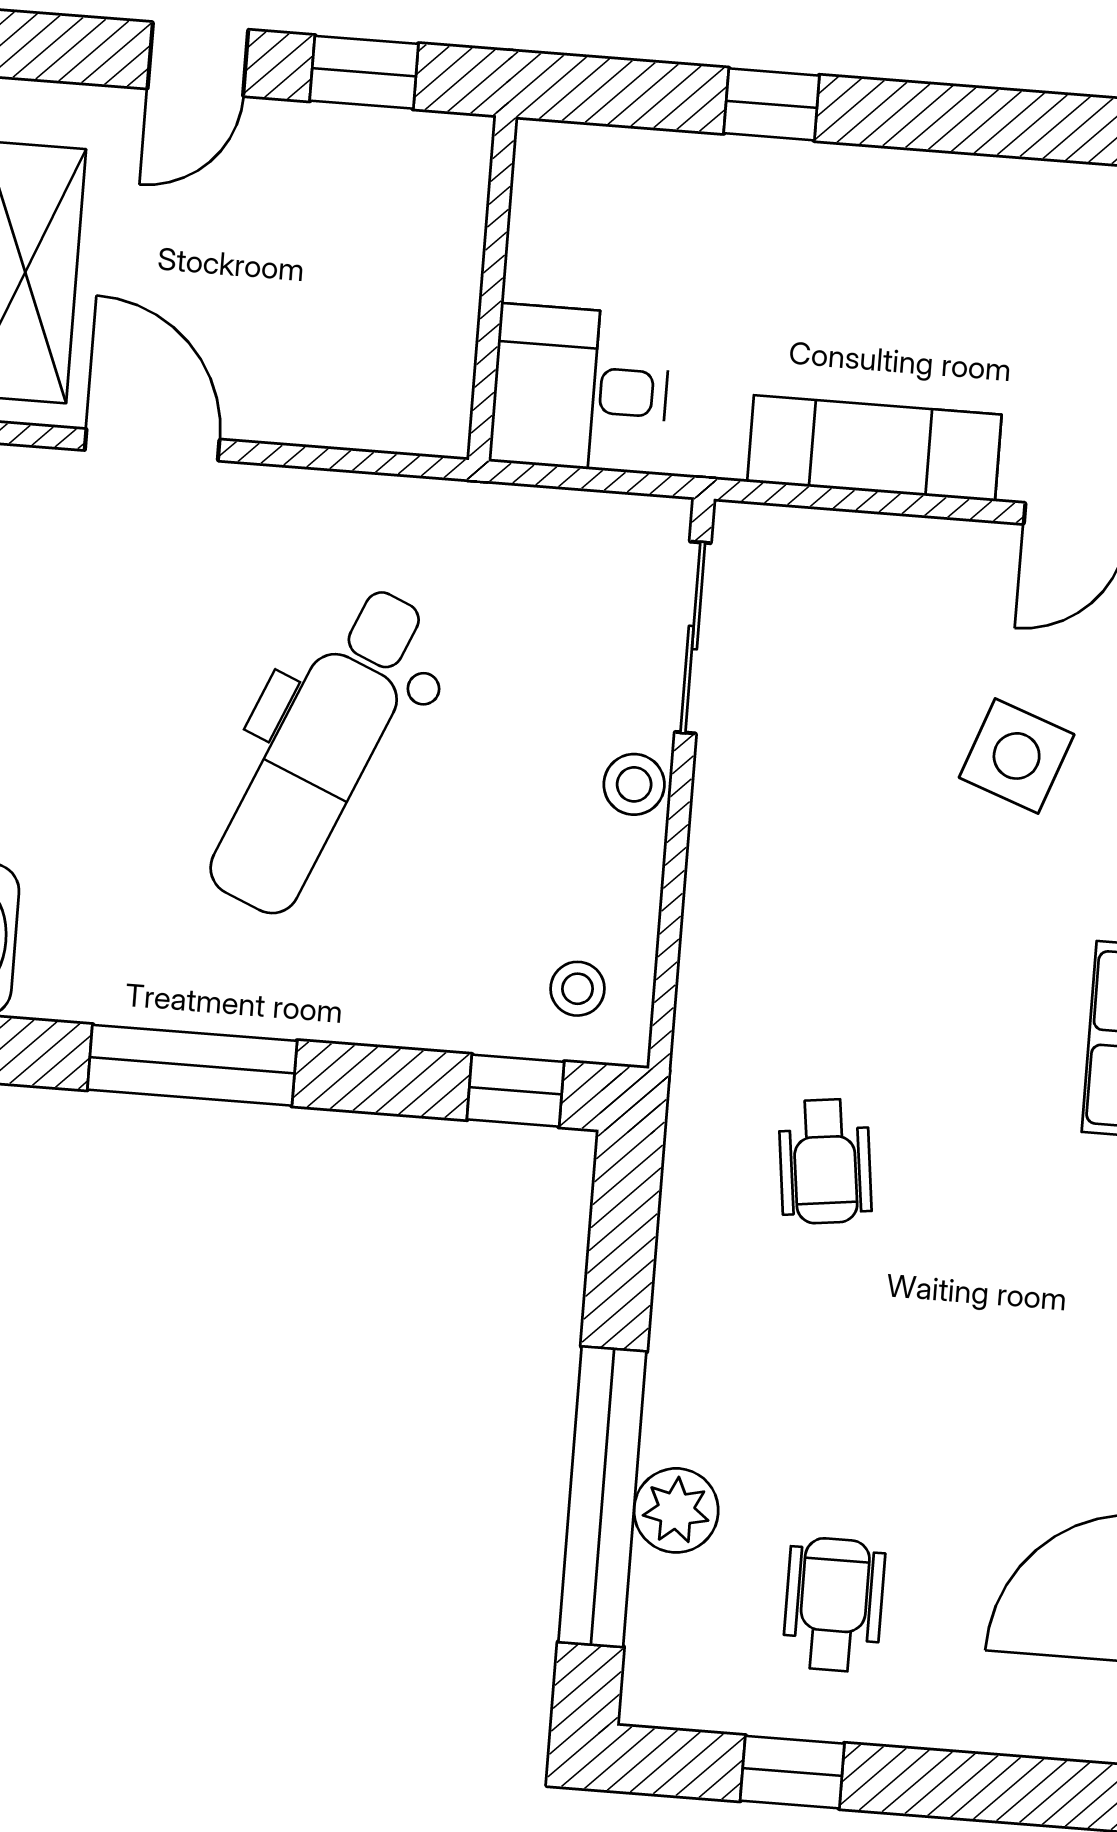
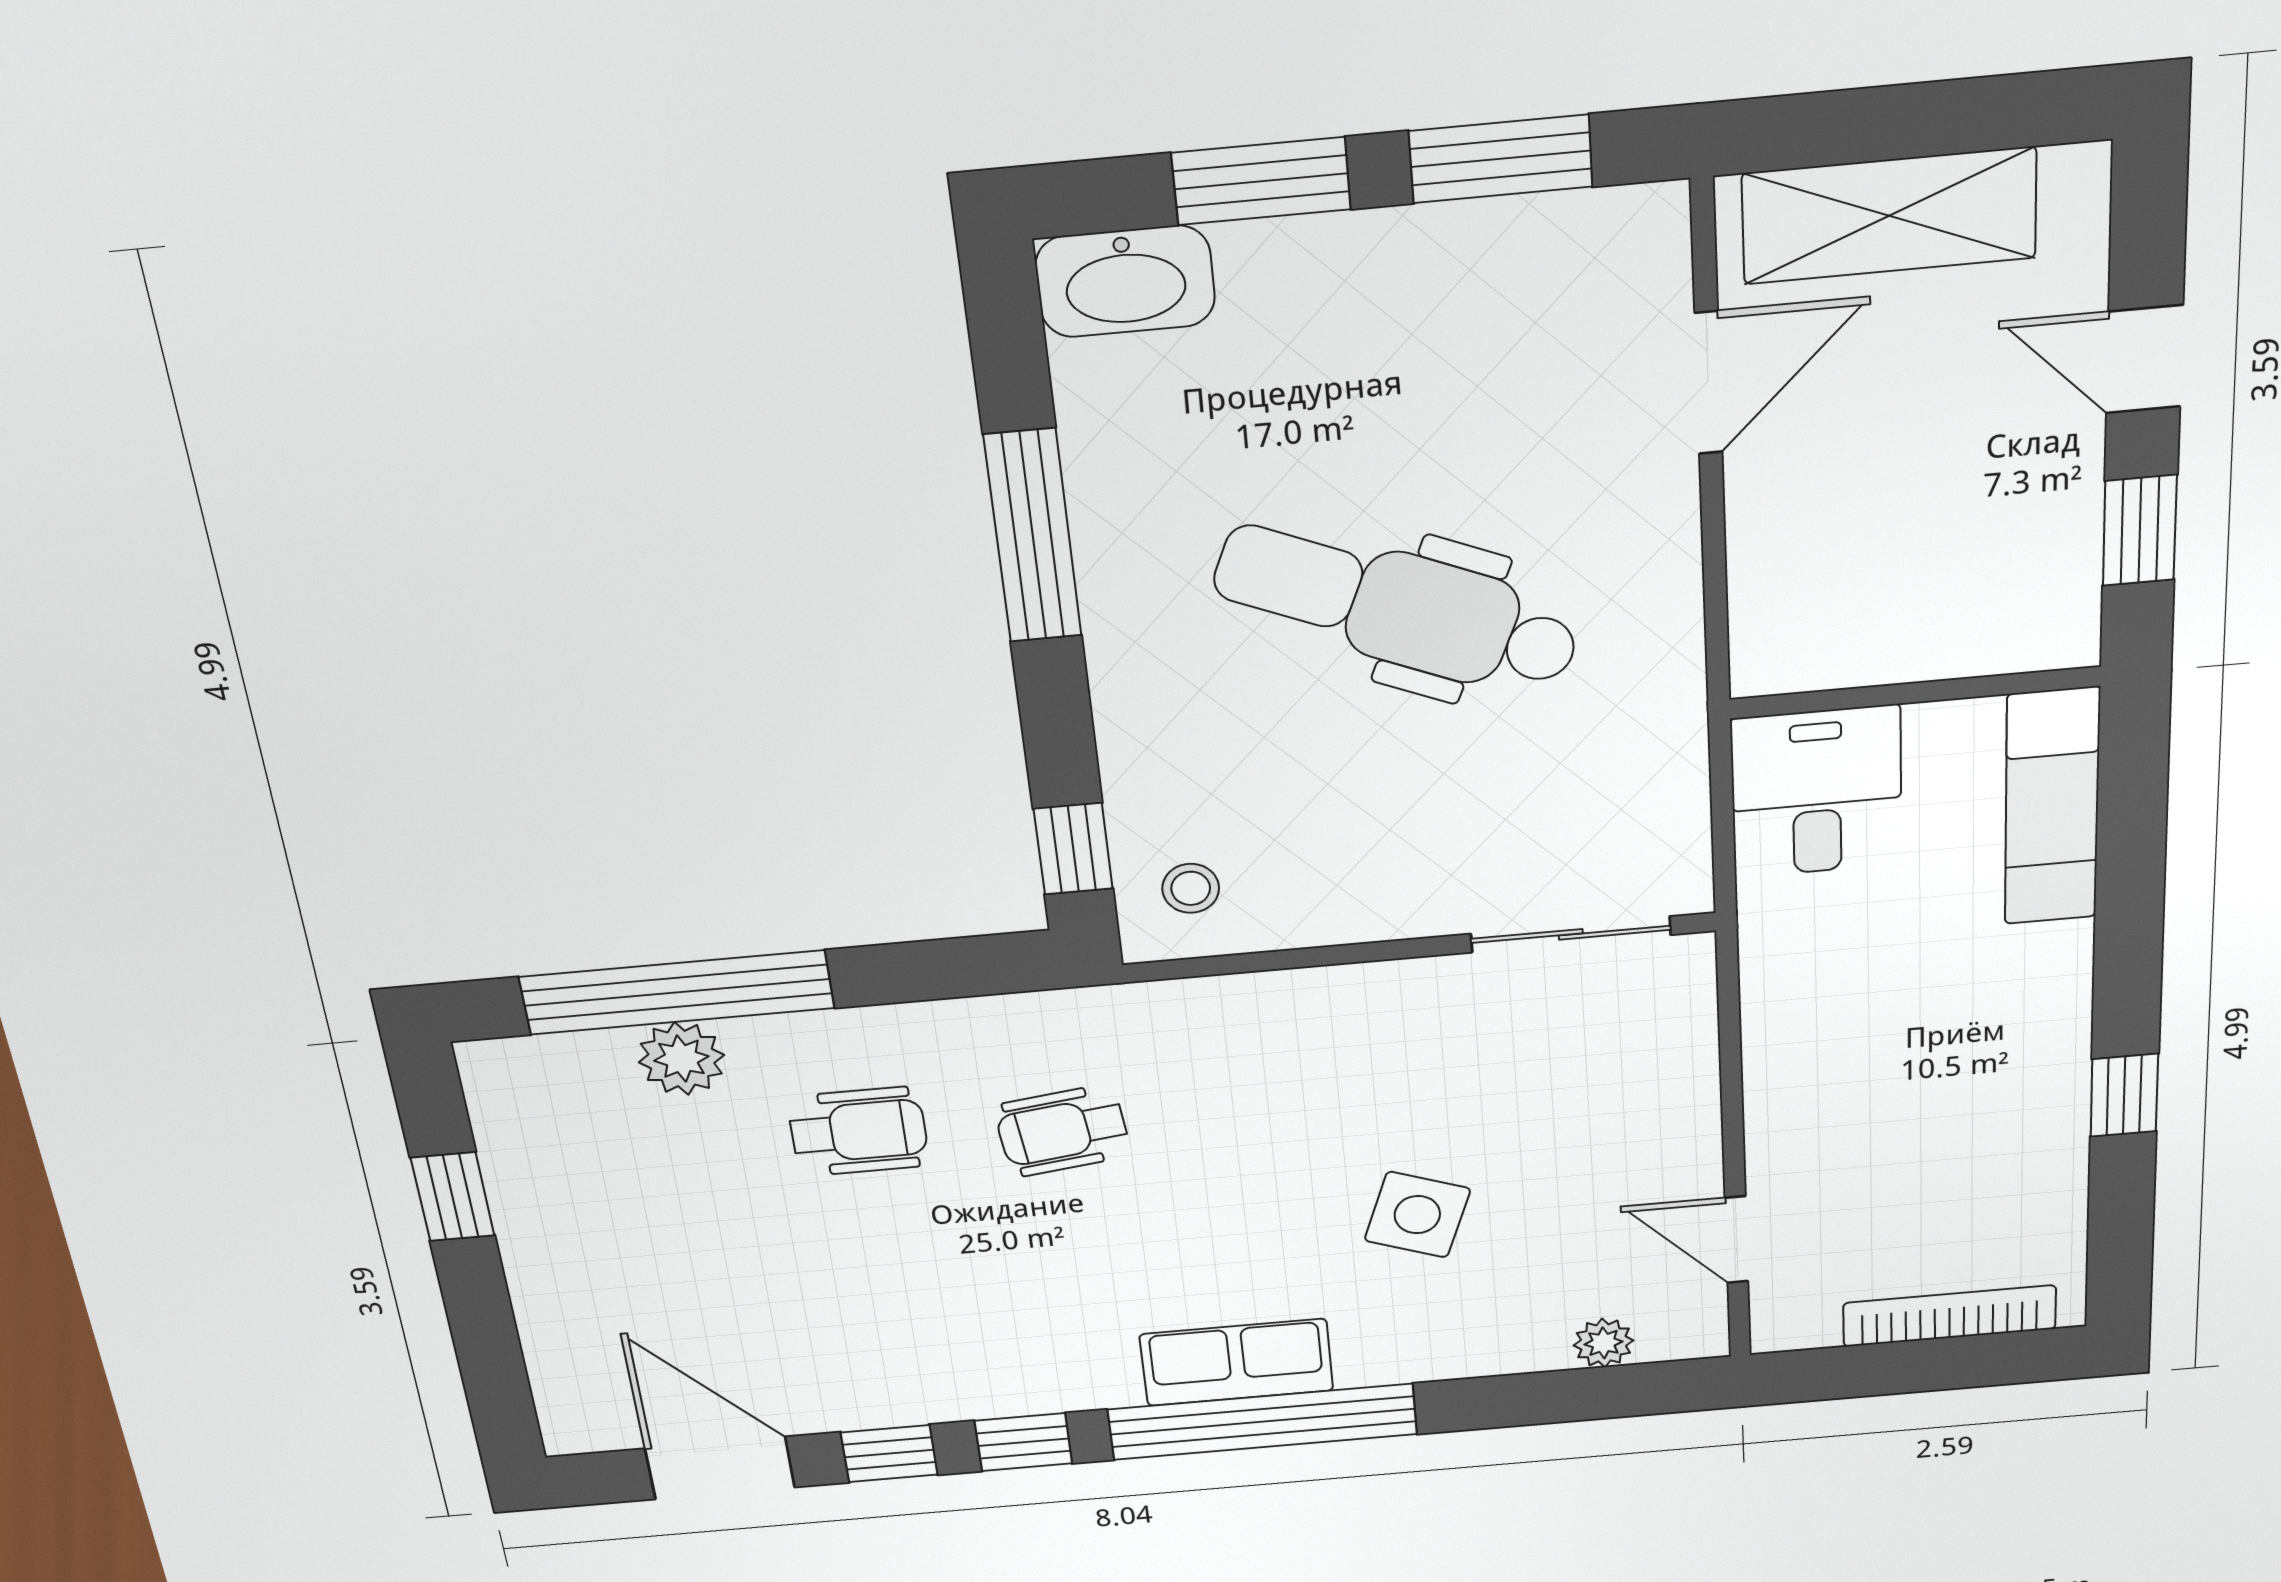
window: (772, 104) -> (2124, 1095), moved
exam couch: (874, 448) -> (2052, 807), moved, turned 180
side table: (1017, 756) -> (1417, 1215), moved
stool: (634, 784) -> (1411, 906), removed
wheelchair: (834, 1605) -> (858, 1131), moved

